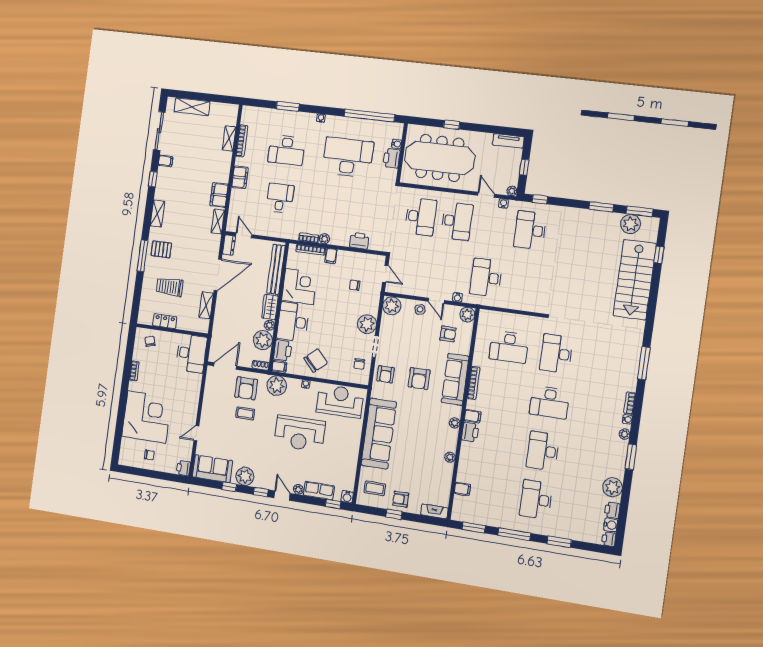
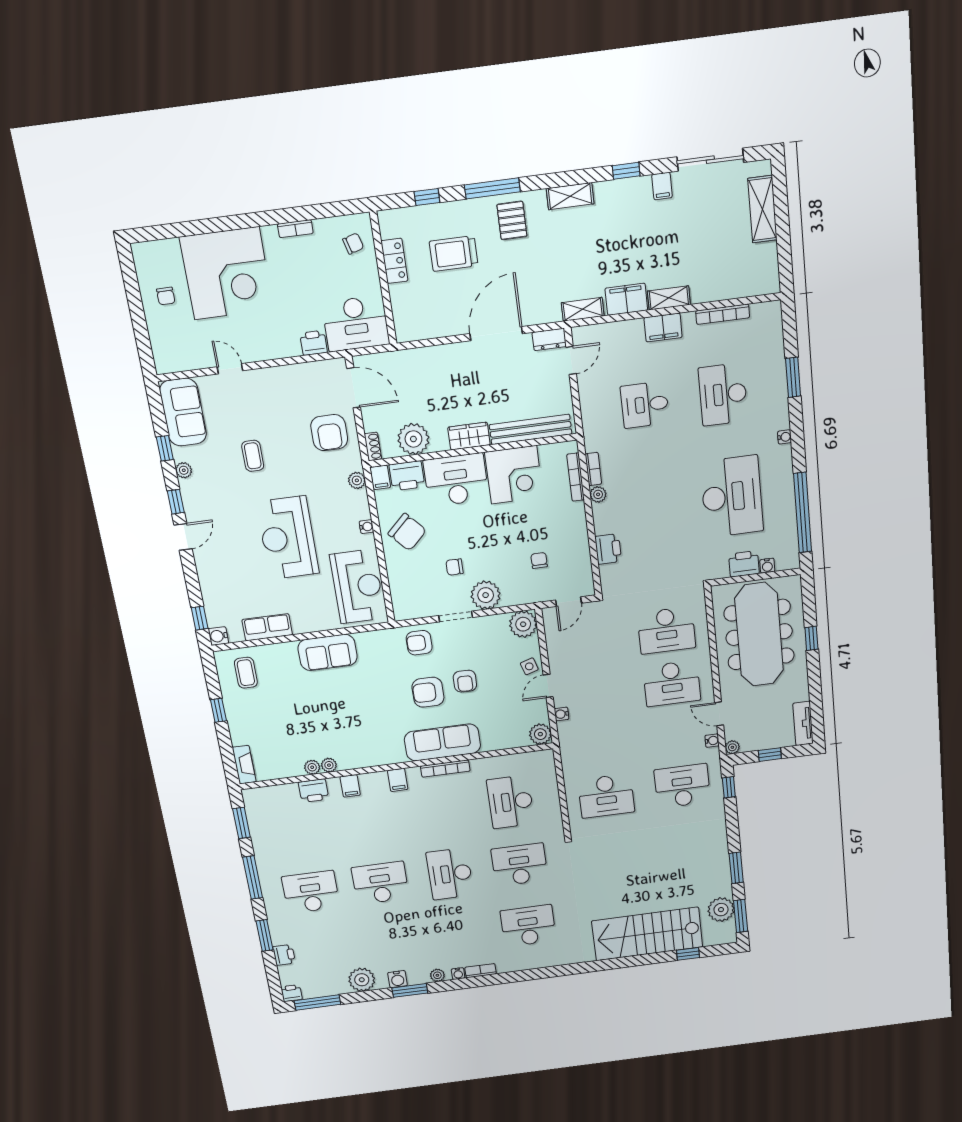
shelving: (229, 138) -> (669, 298), moved
door: (486, 195) -> (719, 714), swing flipped
desk: (280, 198) -> (645, 405), turned 180
filing cabinet: (331, 256) -> (574, 512), removed
door: (218, 275) -> (496, 334), swing flipped
desk: (486, 278) -> (606, 796), moved, turned 180
trolley: (170, 287) -> (454, 254), turned -90
window: (137, 293) -> (427, 197), added
shelving: (206, 305) -> (441, 327), removed
plant: (269, 325) -> (440, 443), removed
armchair: (448, 334) -> (465, 681), moved
desk: (604, 360) -> (528, 926), added
window: (644, 363) -> (317, 1002), moved
chair: (359, 364) -> (455, 567), moved
plant: (277, 386) -> (357, 480), width x0.53, depth x0.53
armchair: (246, 388) -> (329, 433), turned -90
coffee table: (245, 413) -> (253, 456), moved
plant: (455, 423) -> (312, 767), moved
printer: (470, 432) -> (314, 791), moved
sofa: (379, 434) -> (328, 652), width x0.54, depth x0.79
printer: (183, 468) -> (314, 343), moved
plant: (245, 476) -> (184, 470), width x0.53, depth x0.53
plant: (298, 489) -> (202, 560), removed
filing cabinet: (462, 489) -> (350, 786), moved
row of seats: (319, 491) -> (267, 627), moved, turned -90
armchair: (401, 499) -> (244, 714), removed
printer: (612, 510) -> (284, 955), moved, turned 90
water cooler: (611, 525) -> (398, 979), moved

